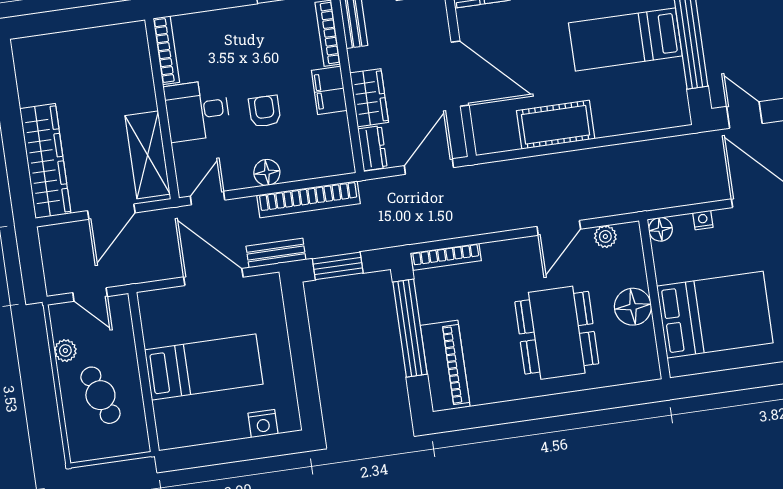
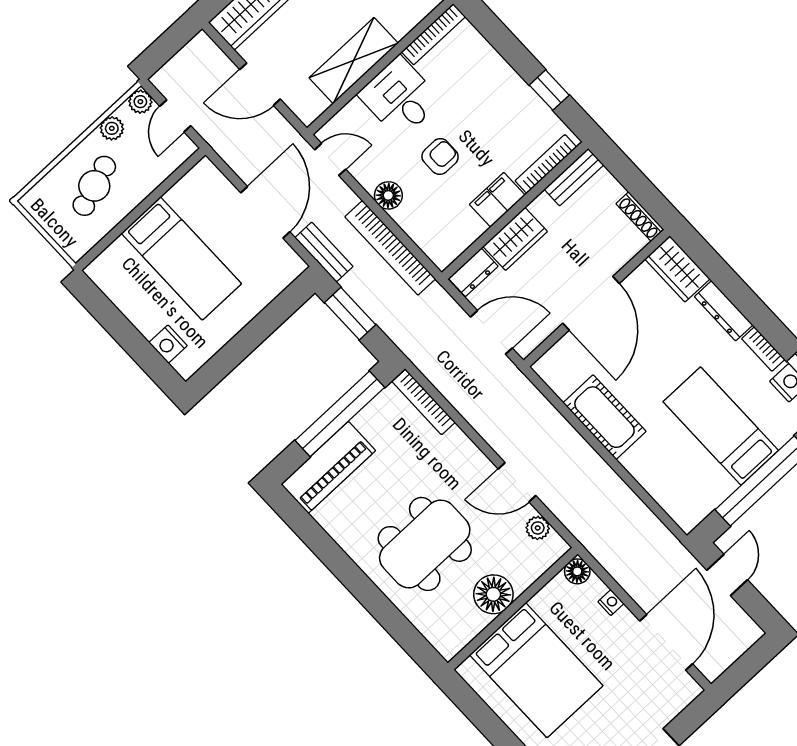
shelving: (148, 155) -> (354, 61), moved
plant: (60, 314) -> (140, 102), added

